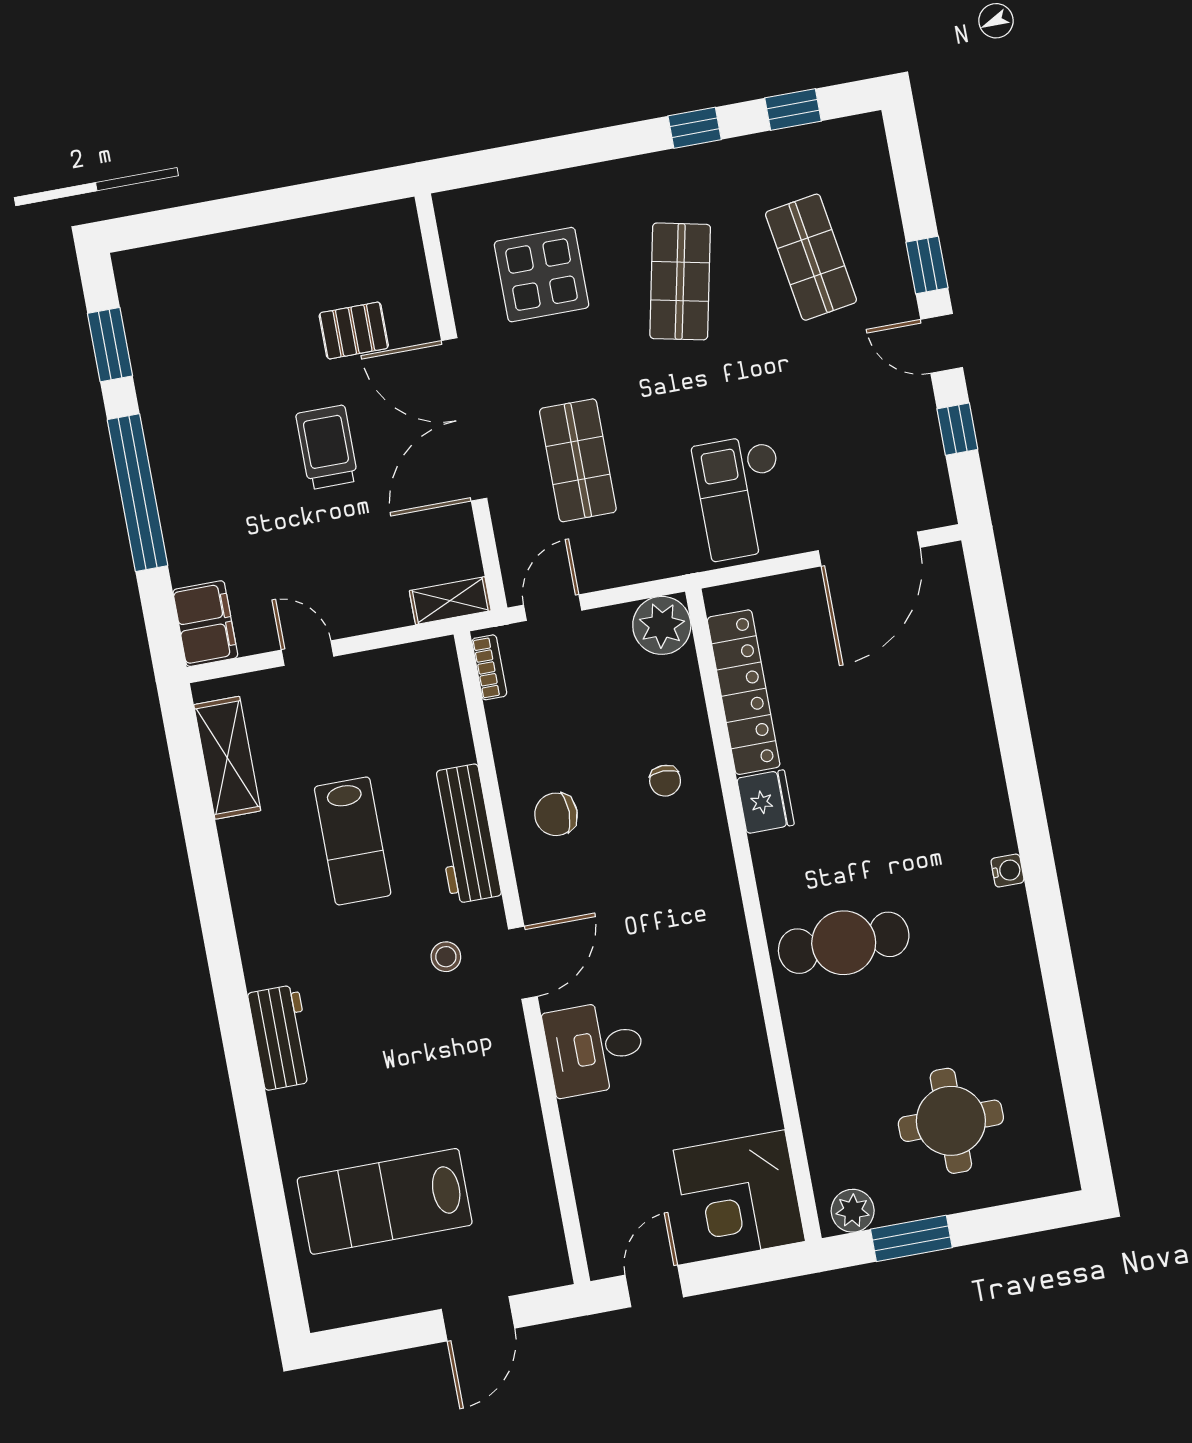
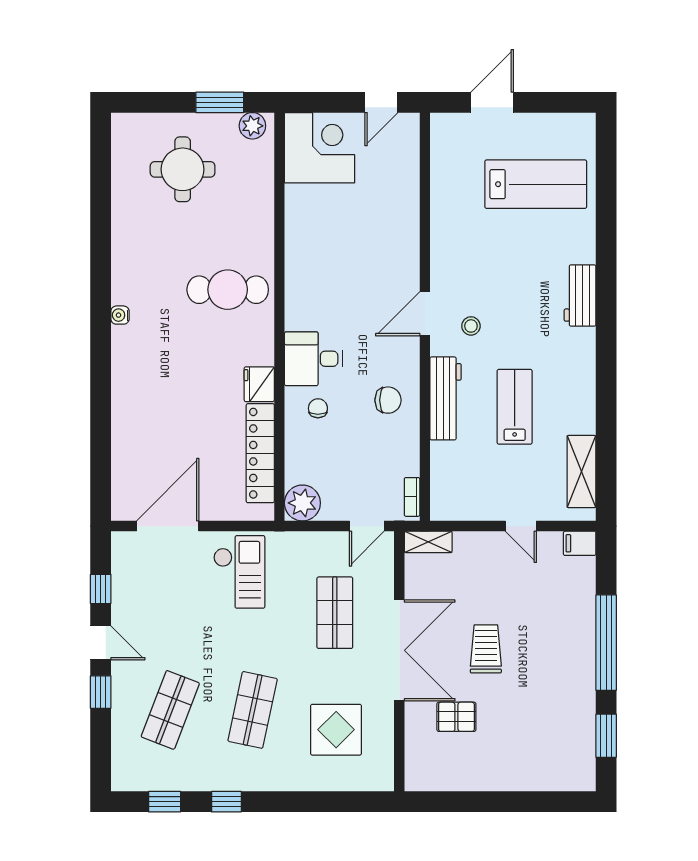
shop shelf: (811, 257) -> (170, 710), turned 30
trolley: (327, 447) -> (486, 649), turned 180
filing cabinet: (205, 624) -> (580, 543), width x0.50
desk: (595, 1048) -> (313, 359), moved, turned 180

